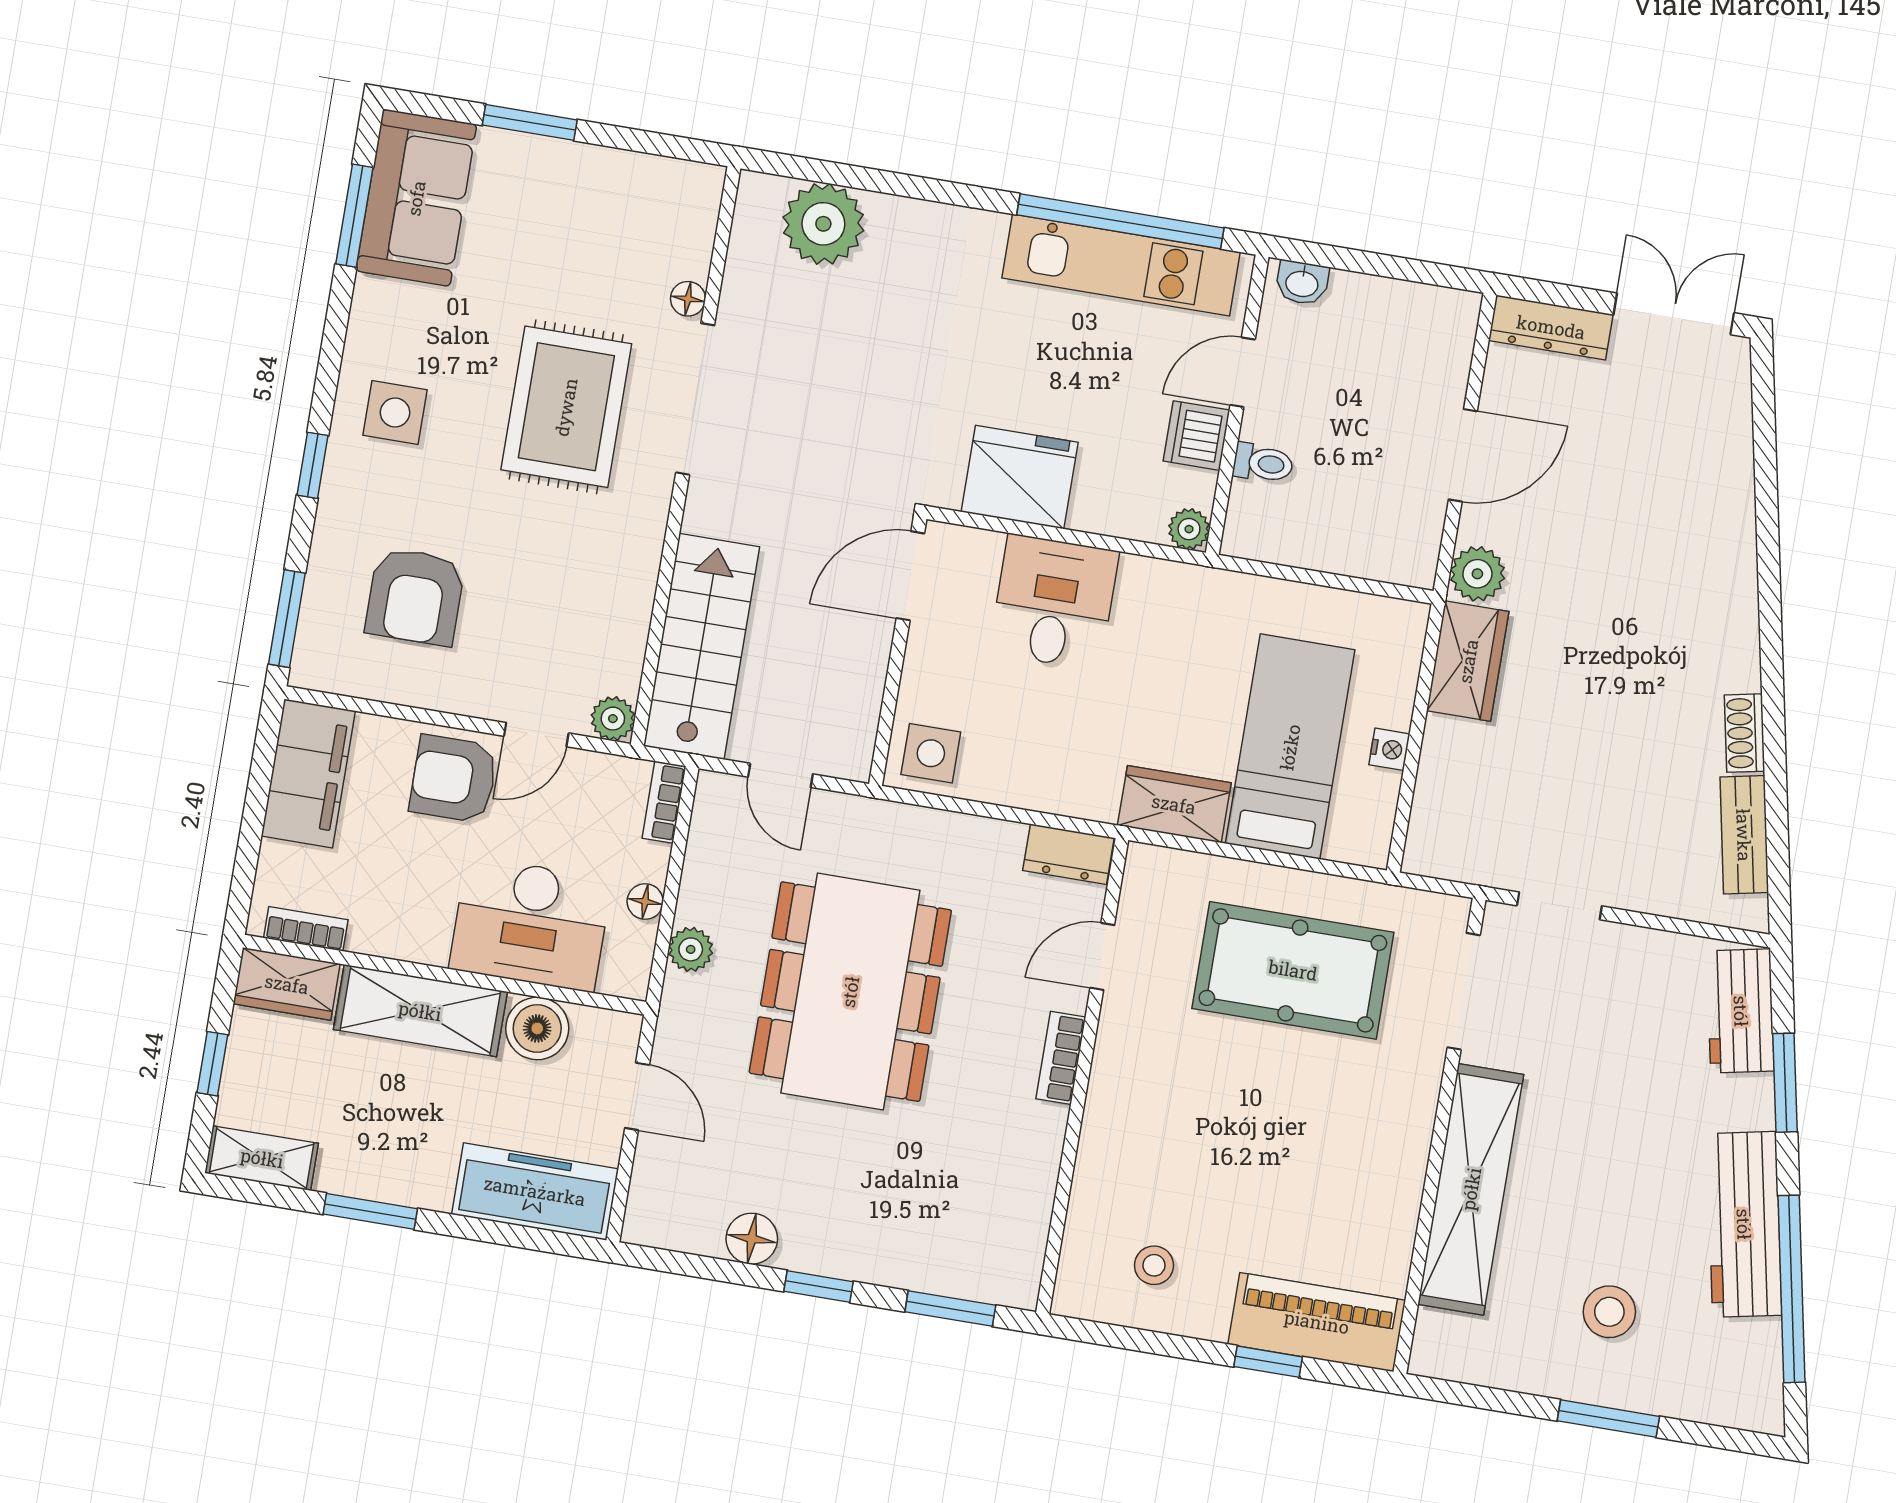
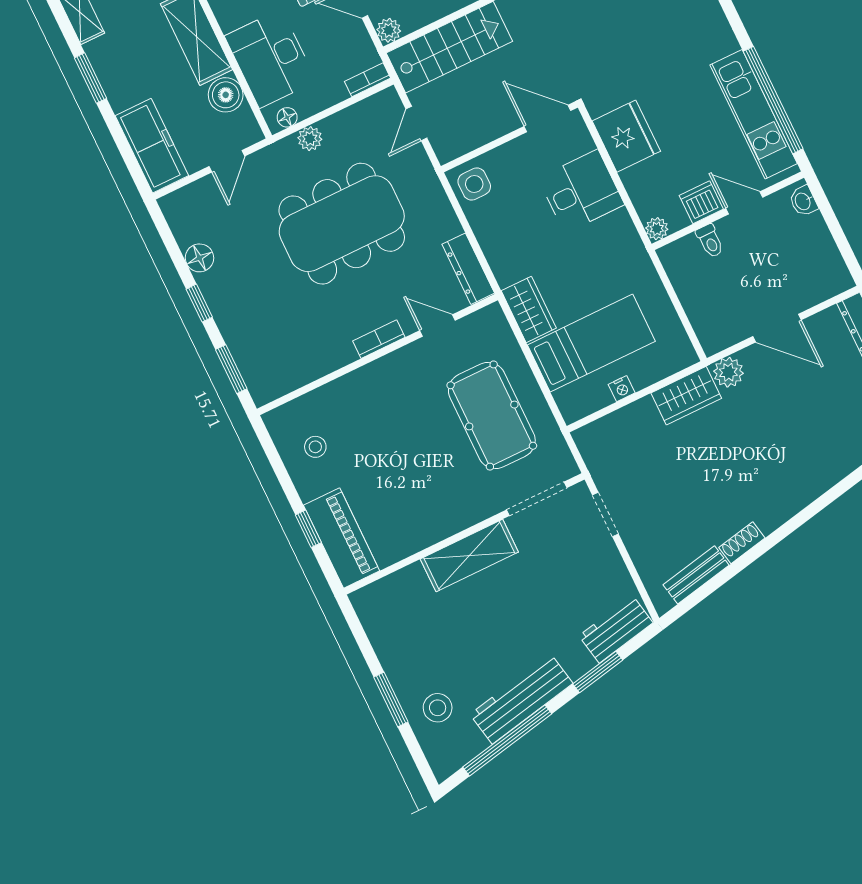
dresser: (1068, 854) -> (468, 269), width x1.44
floor lamp: (645, 902) -> (287, 117), moved
shelving: (1471, 1189) -> (469, 556), width x0.68
stool: (1609, 1312) -> (438, 708), moved

